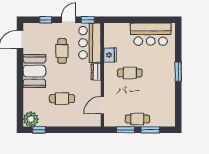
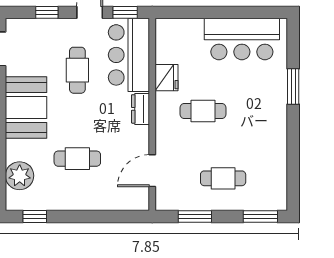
window: (178, 72) -> (293, 86), moved
plant: (31, 119) -> (20, 176), moved
cafe table: (137, 119) -> (223, 178), moved
window: (150, 130) -> (260, 216), moved

